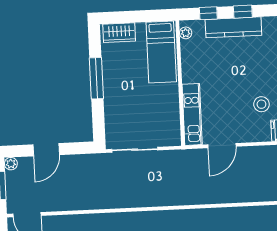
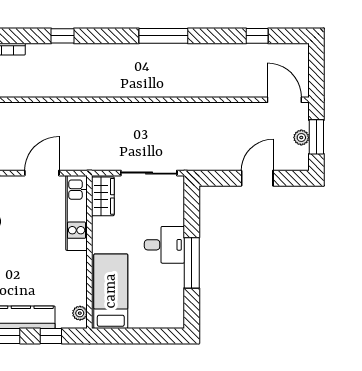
wardrobe: (119, 33) -> (103, 196), moved, turned 90
desk: (119, 92) -> (164, 245), added
plant: (11, 164) -> (301, 138), moved

